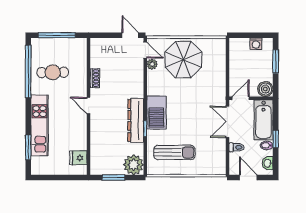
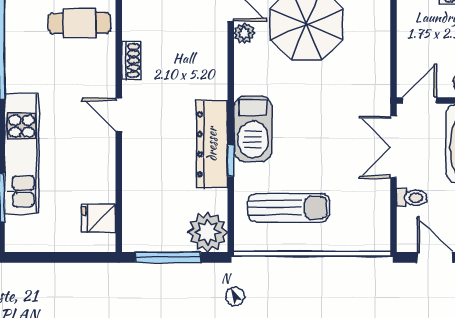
cafe table: (53, 72) -> (79, 23), moved
window: (113, 178) -> (168, 257), width x1.44

